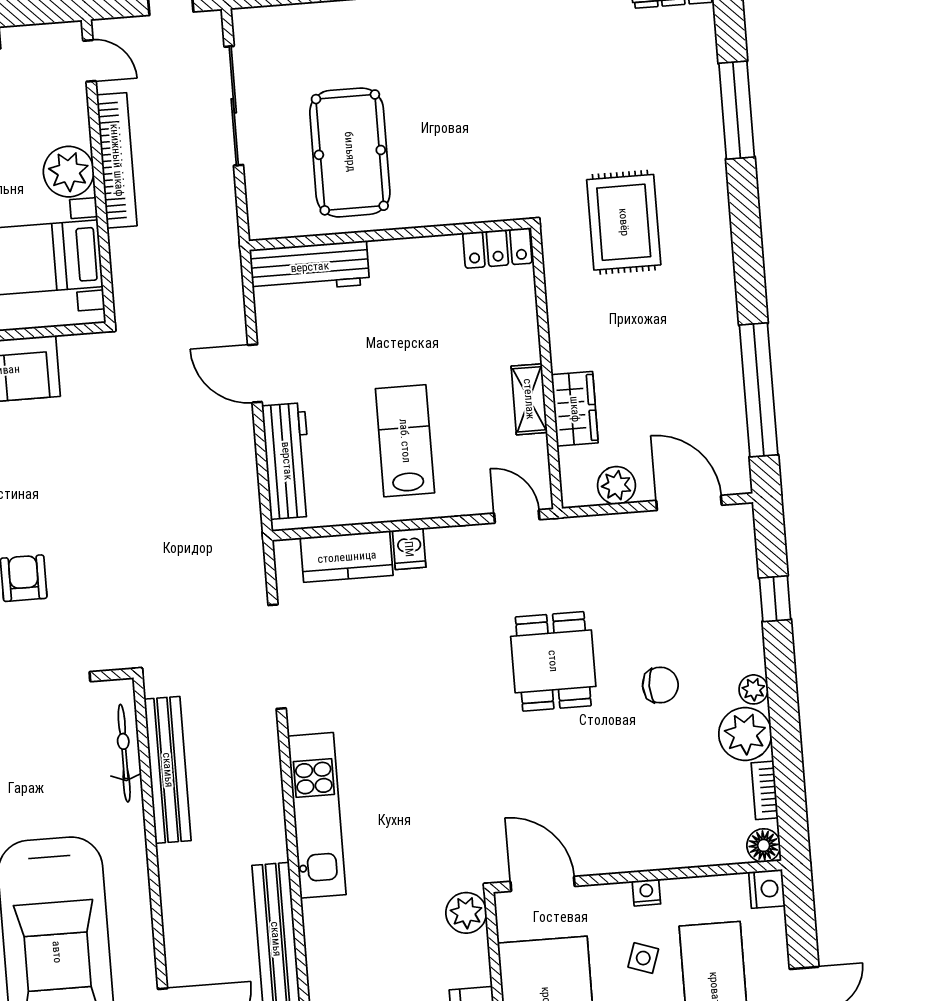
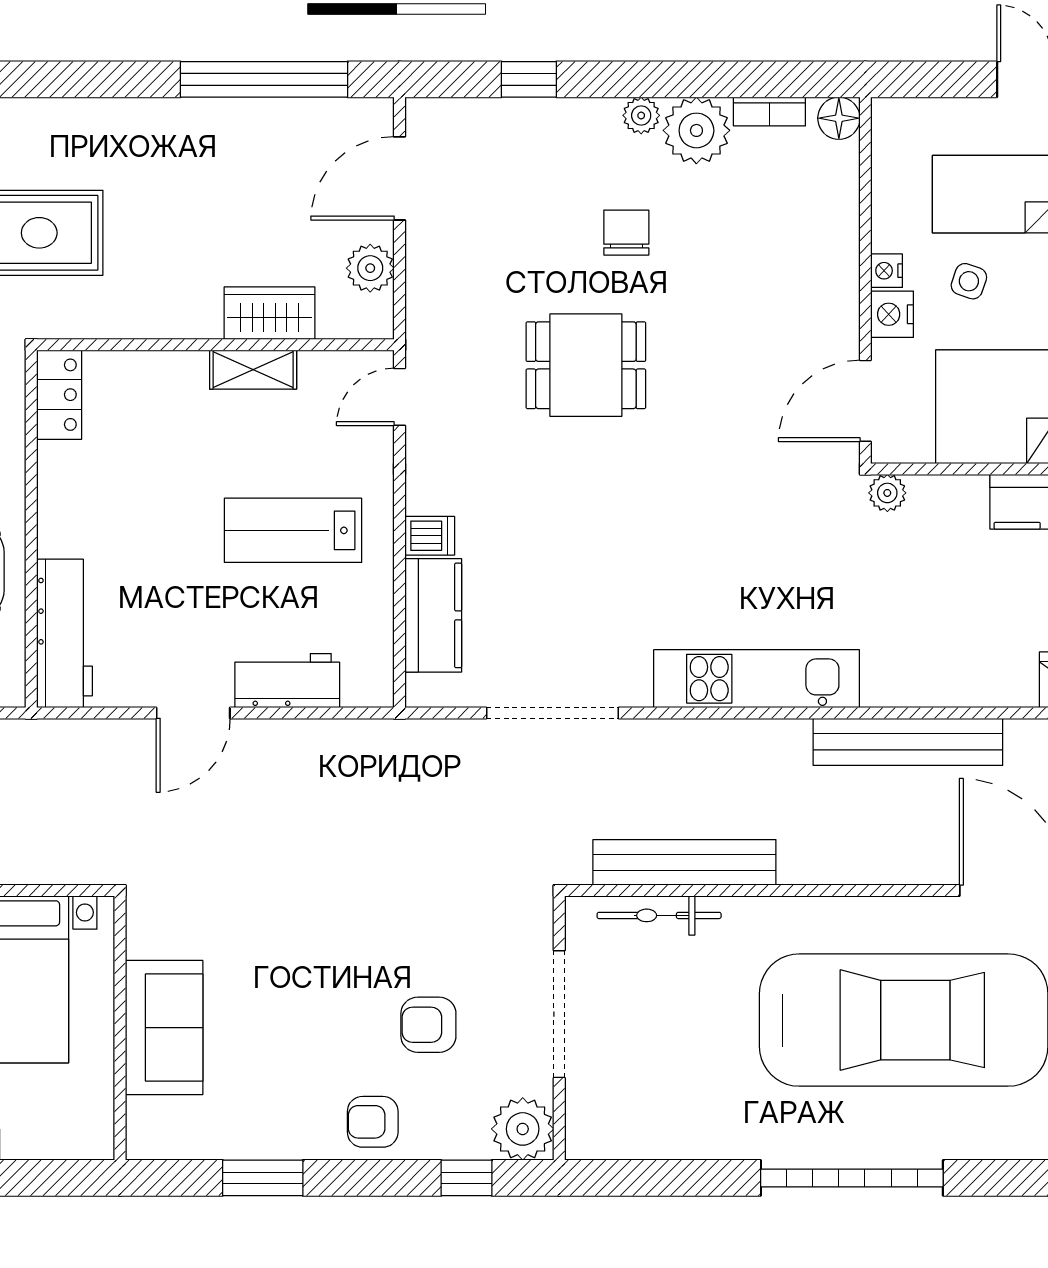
workbench: (287, 461) -> (287, 681), width x0.73
nightstand: (767, 889) -> (892, 314), moved, turned -90
plant: (466, 913) -> (887, 493), width x0.73, depth x0.73

